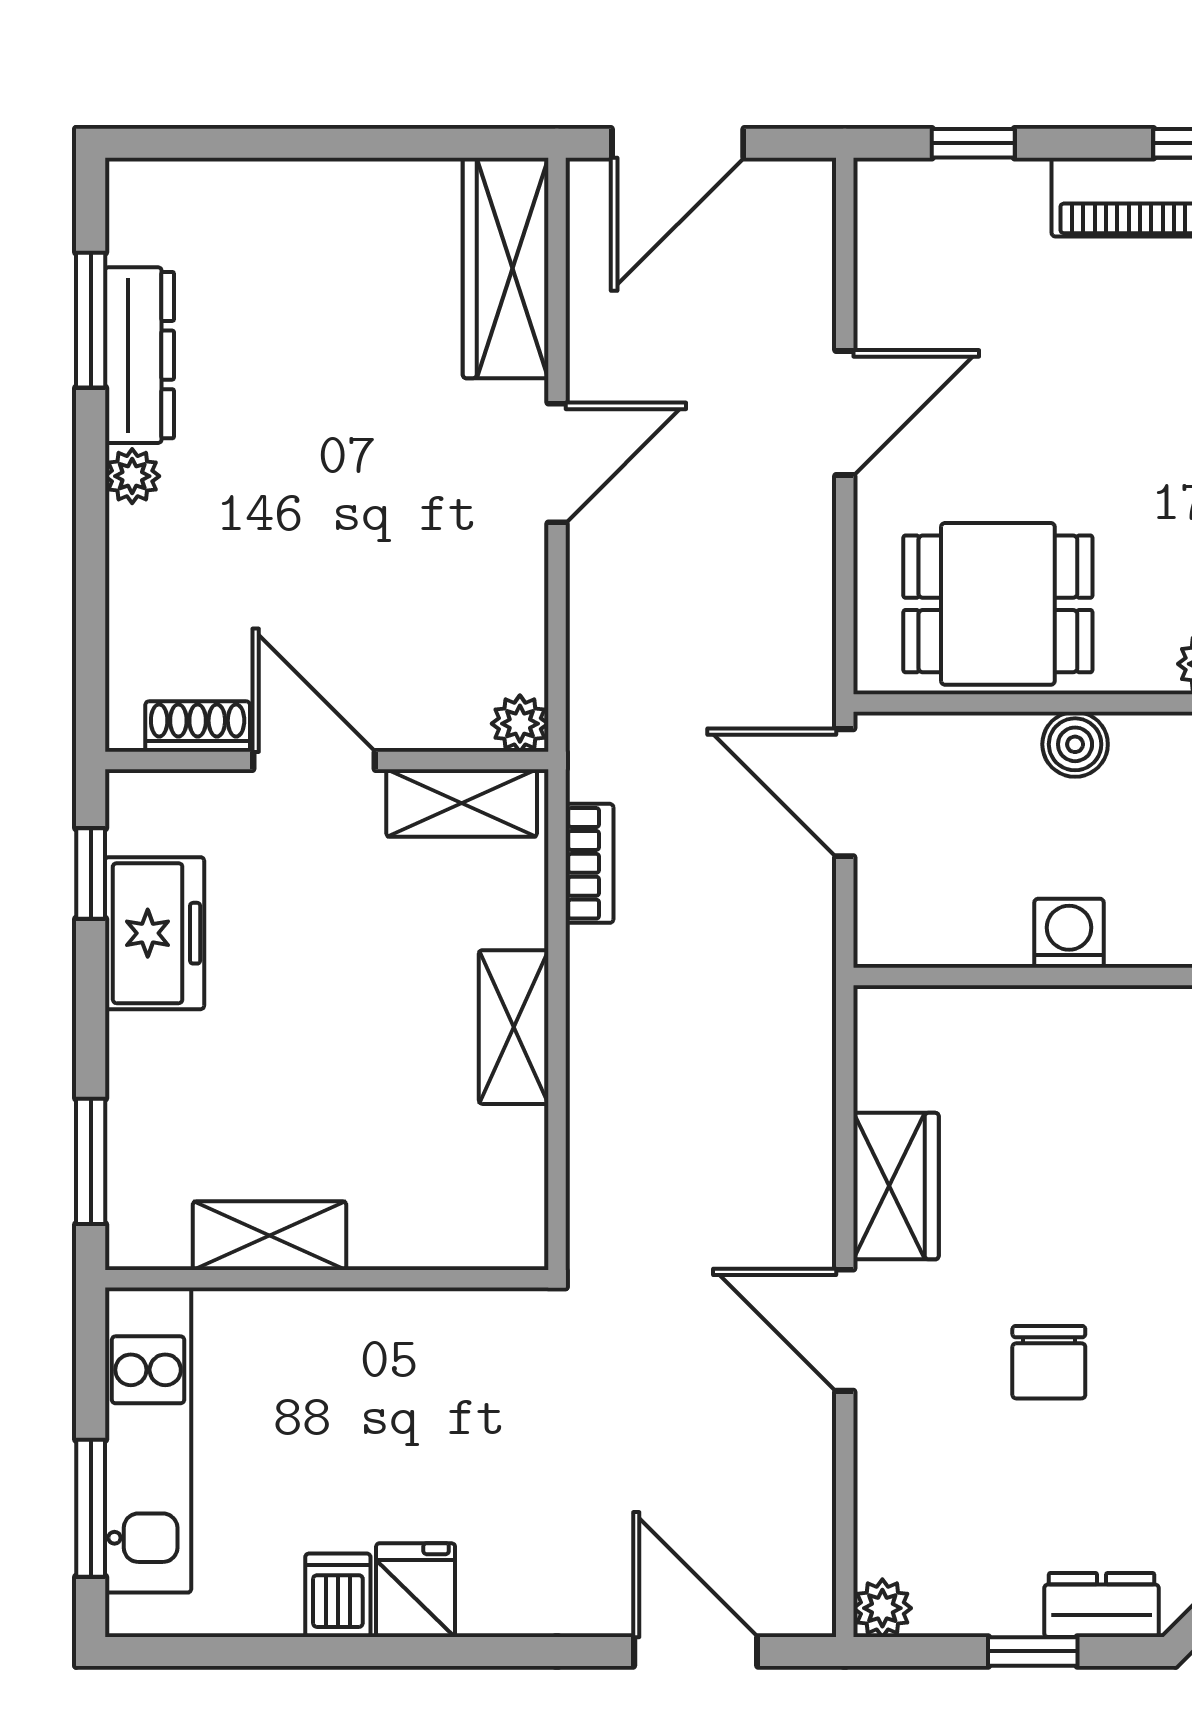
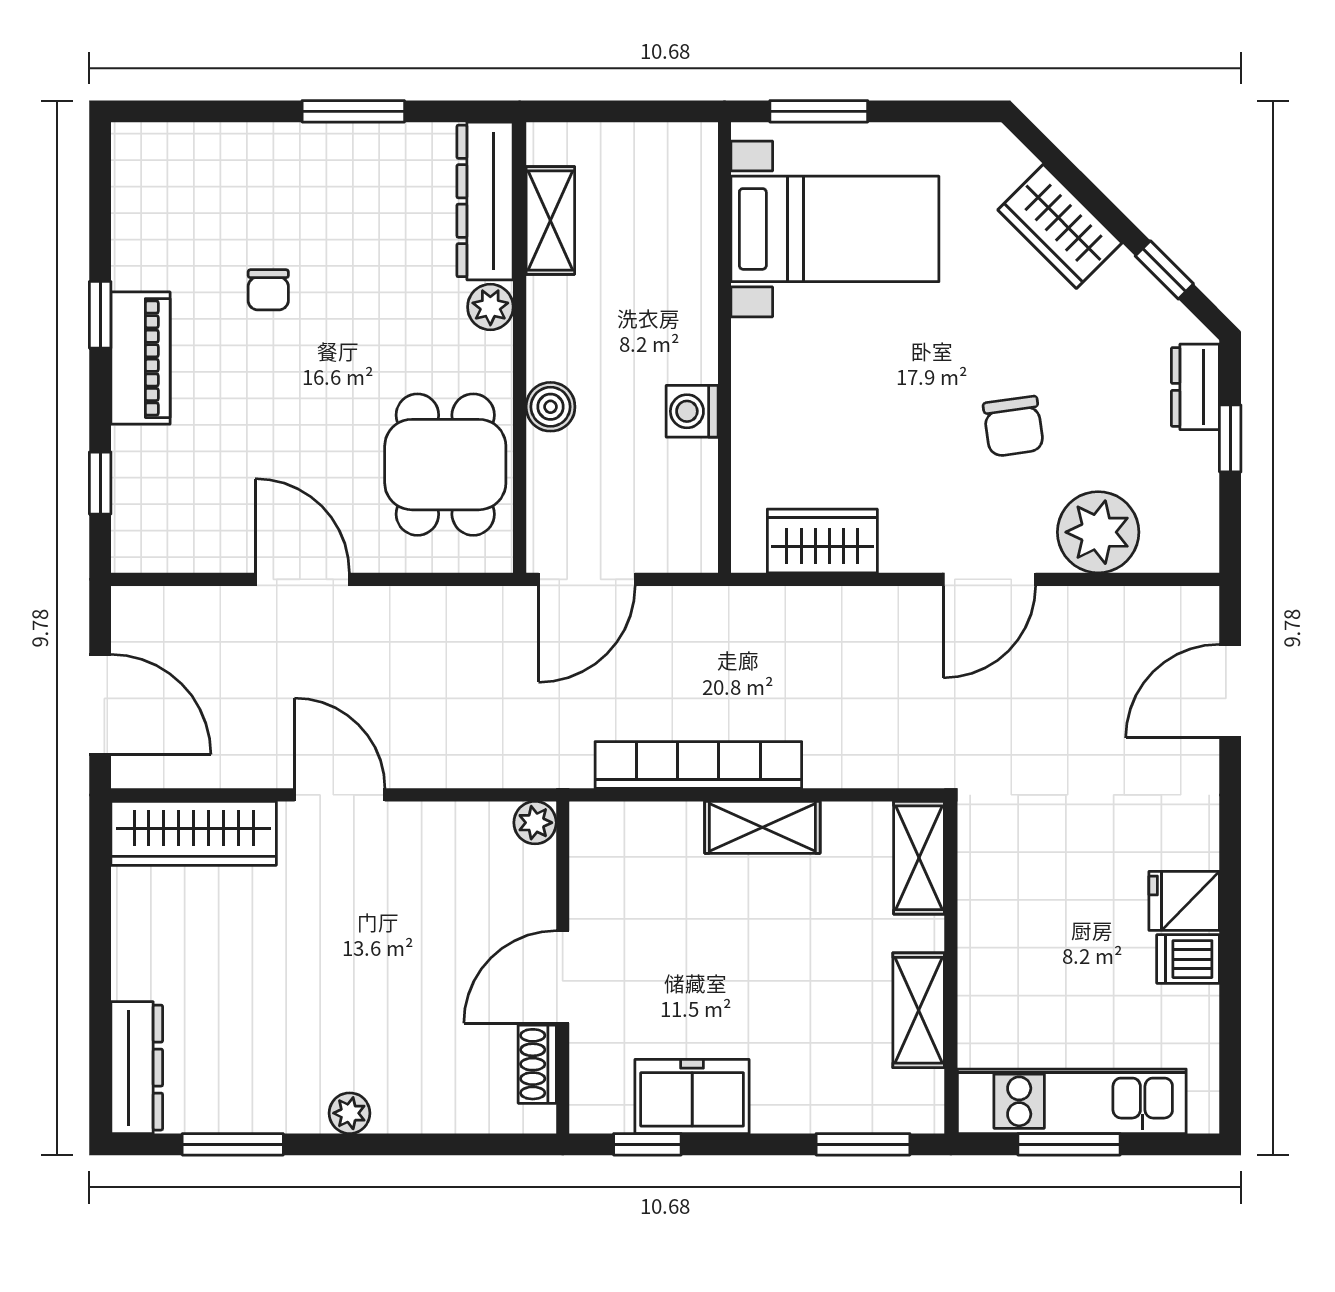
dresser: (139, 355) -> (137, 1068), moved, turned 90
shelving: (462, 803) -> (919, 858), moved
bookcase: (589, 863) -> (698, 765), width x2.31, depth x1.31
wardrobe: (896, 1186) -> (822, 541), moved
chair: (1049, 1362) -> (1013, 426), turned 82
window: (91, 1508) -> (1069, 1144), moved
plant: (882, 1608) -> (1098, 532), moved, width x1.88, depth x1.88

